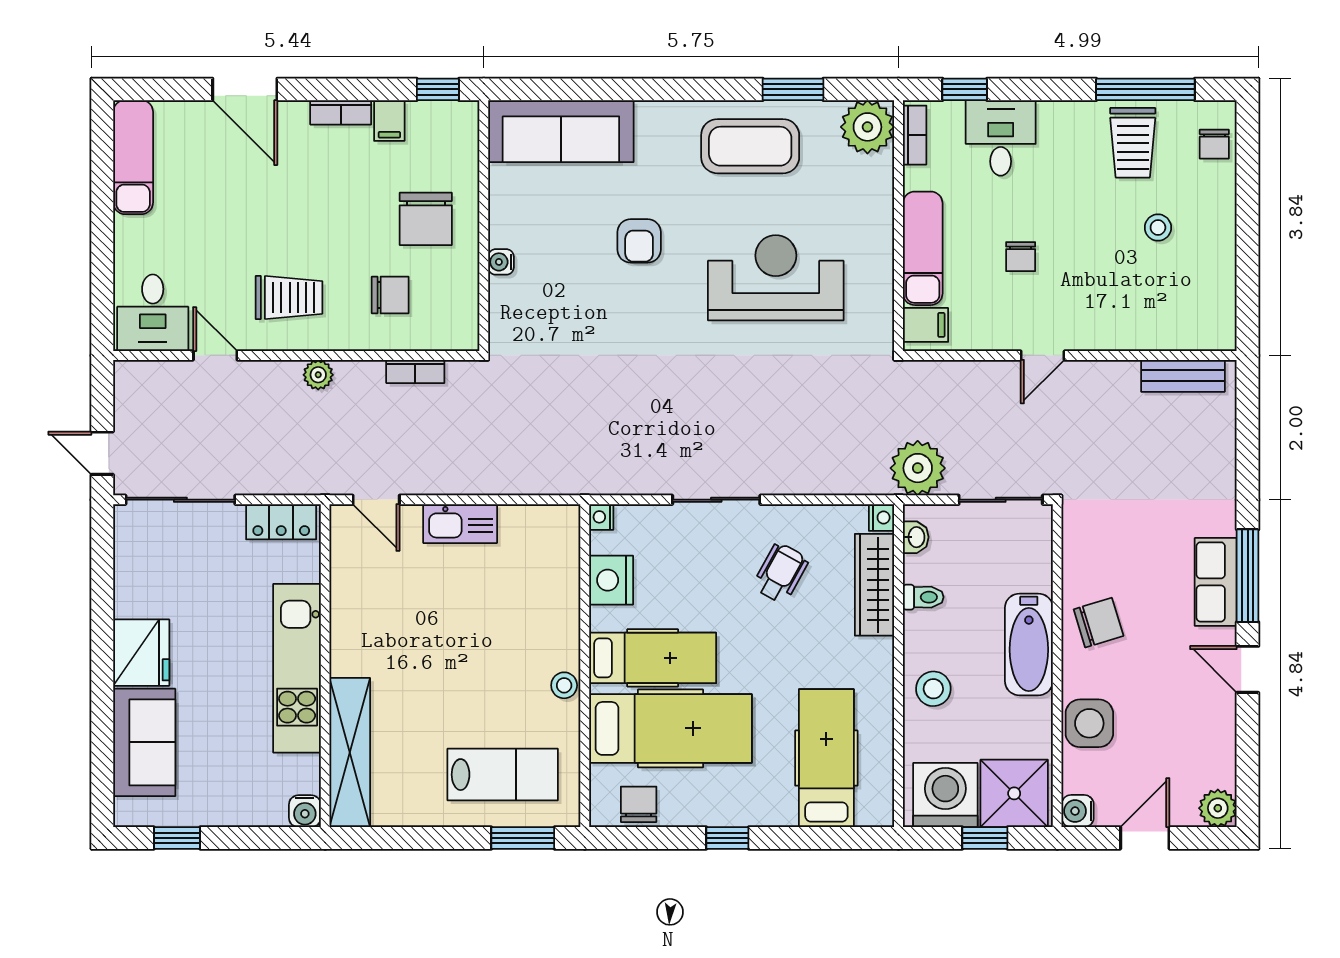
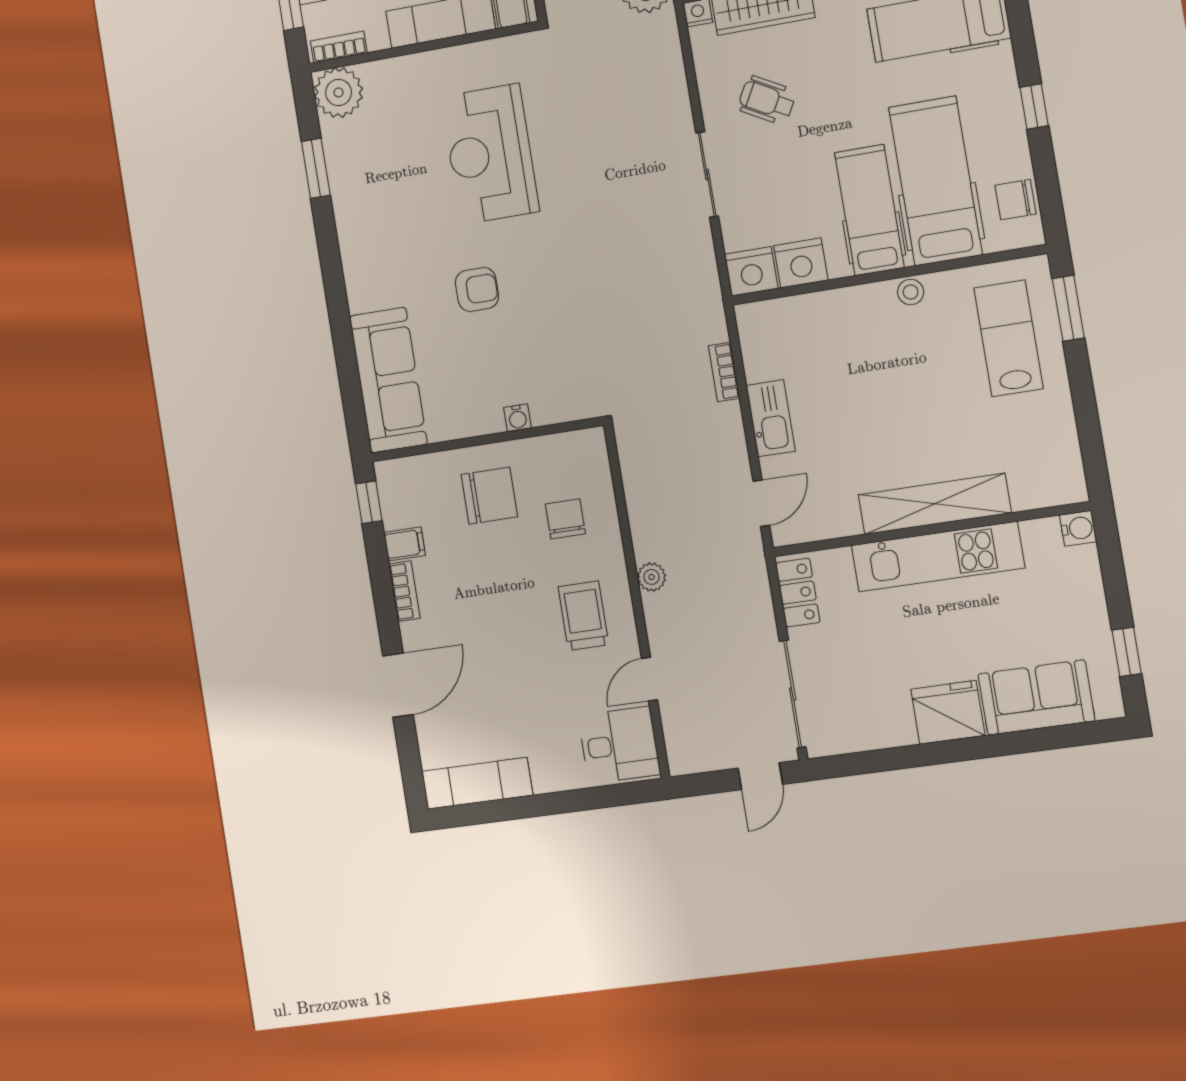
coffee table: (750, 146) -> (373, 199), removed
bookcase: (415, 371) -> (724, 372), moved, turned 180
nightstand: (601, 517) -> (751, 271), width x1.89, depth x1.79
shelving: (350, 753) -> (935, 504), moved

